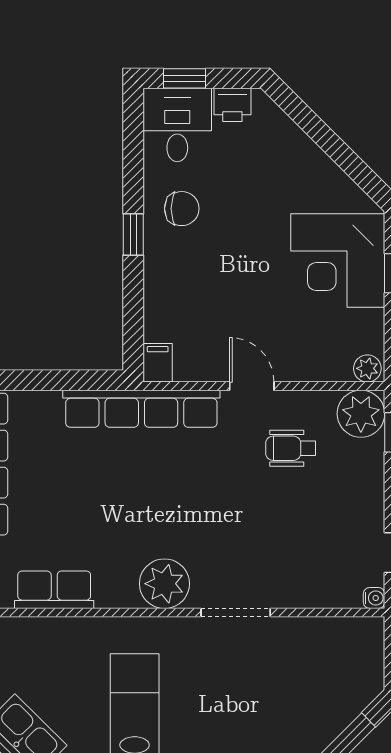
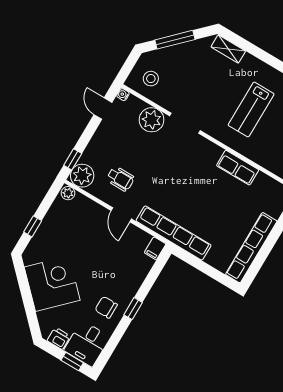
corner desk: (338, 261) -> (52, 284), moved, turned -45
plant: (164, 584) -> (152, 120), moved
row of seats: (54, 590) -> (238, 168), moved
stool: (342, 655) -> (151, 79), added

